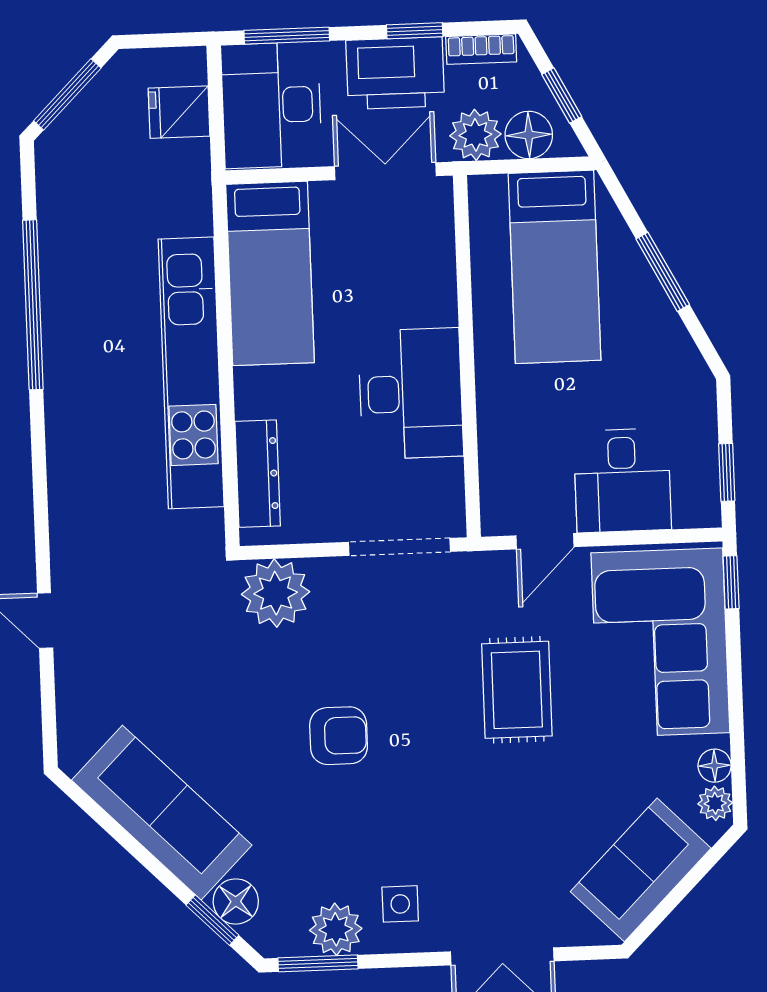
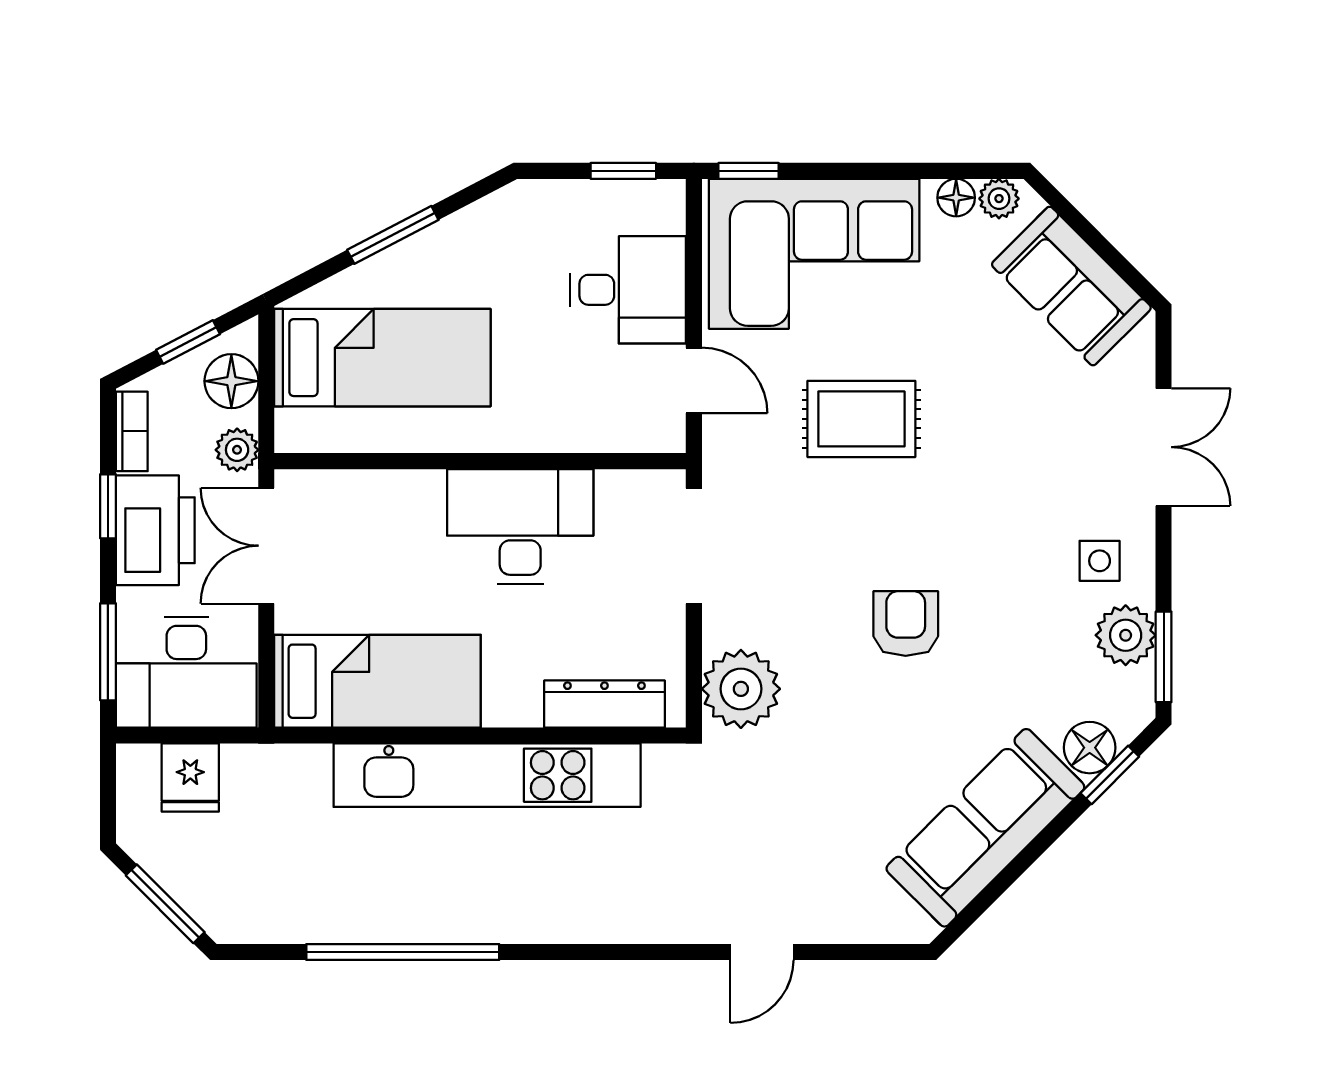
plant: (475, 135) -> (237, 450), width x0.73, depth x0.73

